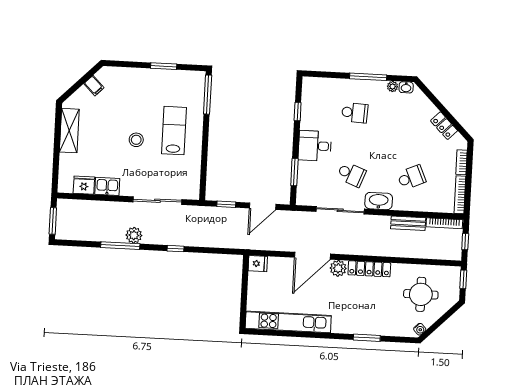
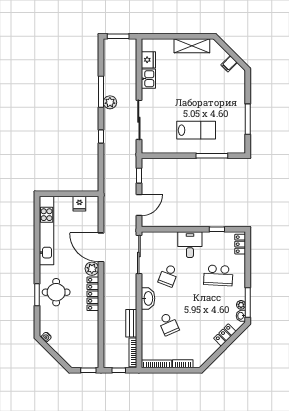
window: (164, 66) -> (248, 119), width x1.44
window: (368, 77) -> (248, 302), moved
locker: (317, 84) -> (240, 244), added
window: (208, 95) -> (212, 156), moved
school desk: (355, 113) -> (218, 275), width x1.85
locker: (444, 126) -> (225, 335), moved
stool: (136, 140) -> (187, 100), removed
window: (294, 172) -> (168, 229), removed
door: (263, 206) -> (139, 205), swing flipped
sliding door: (340, 210) -> (139, 255), moved
fridge: (258, 264) -> (79, 204), moved
round table: (421, 294) -> (56, 292), moved

